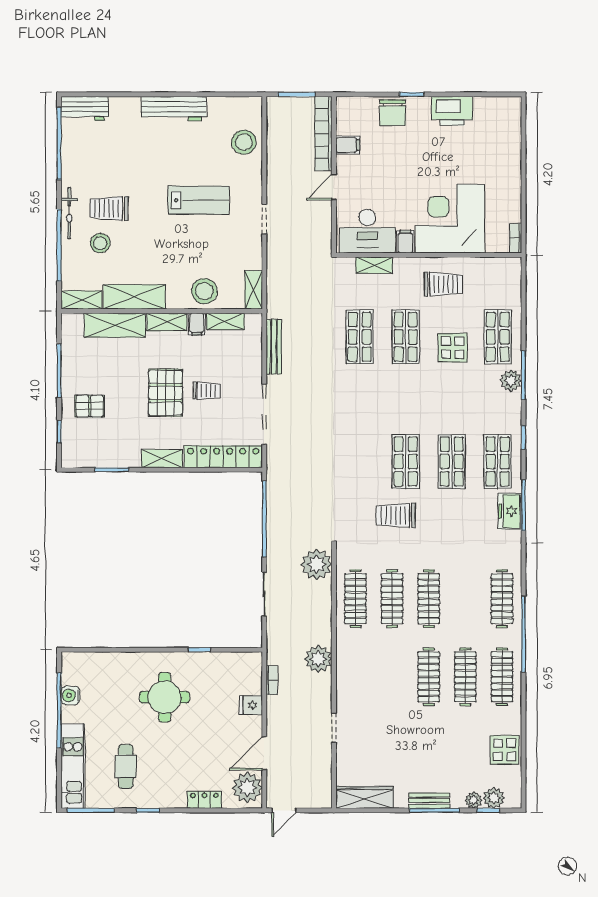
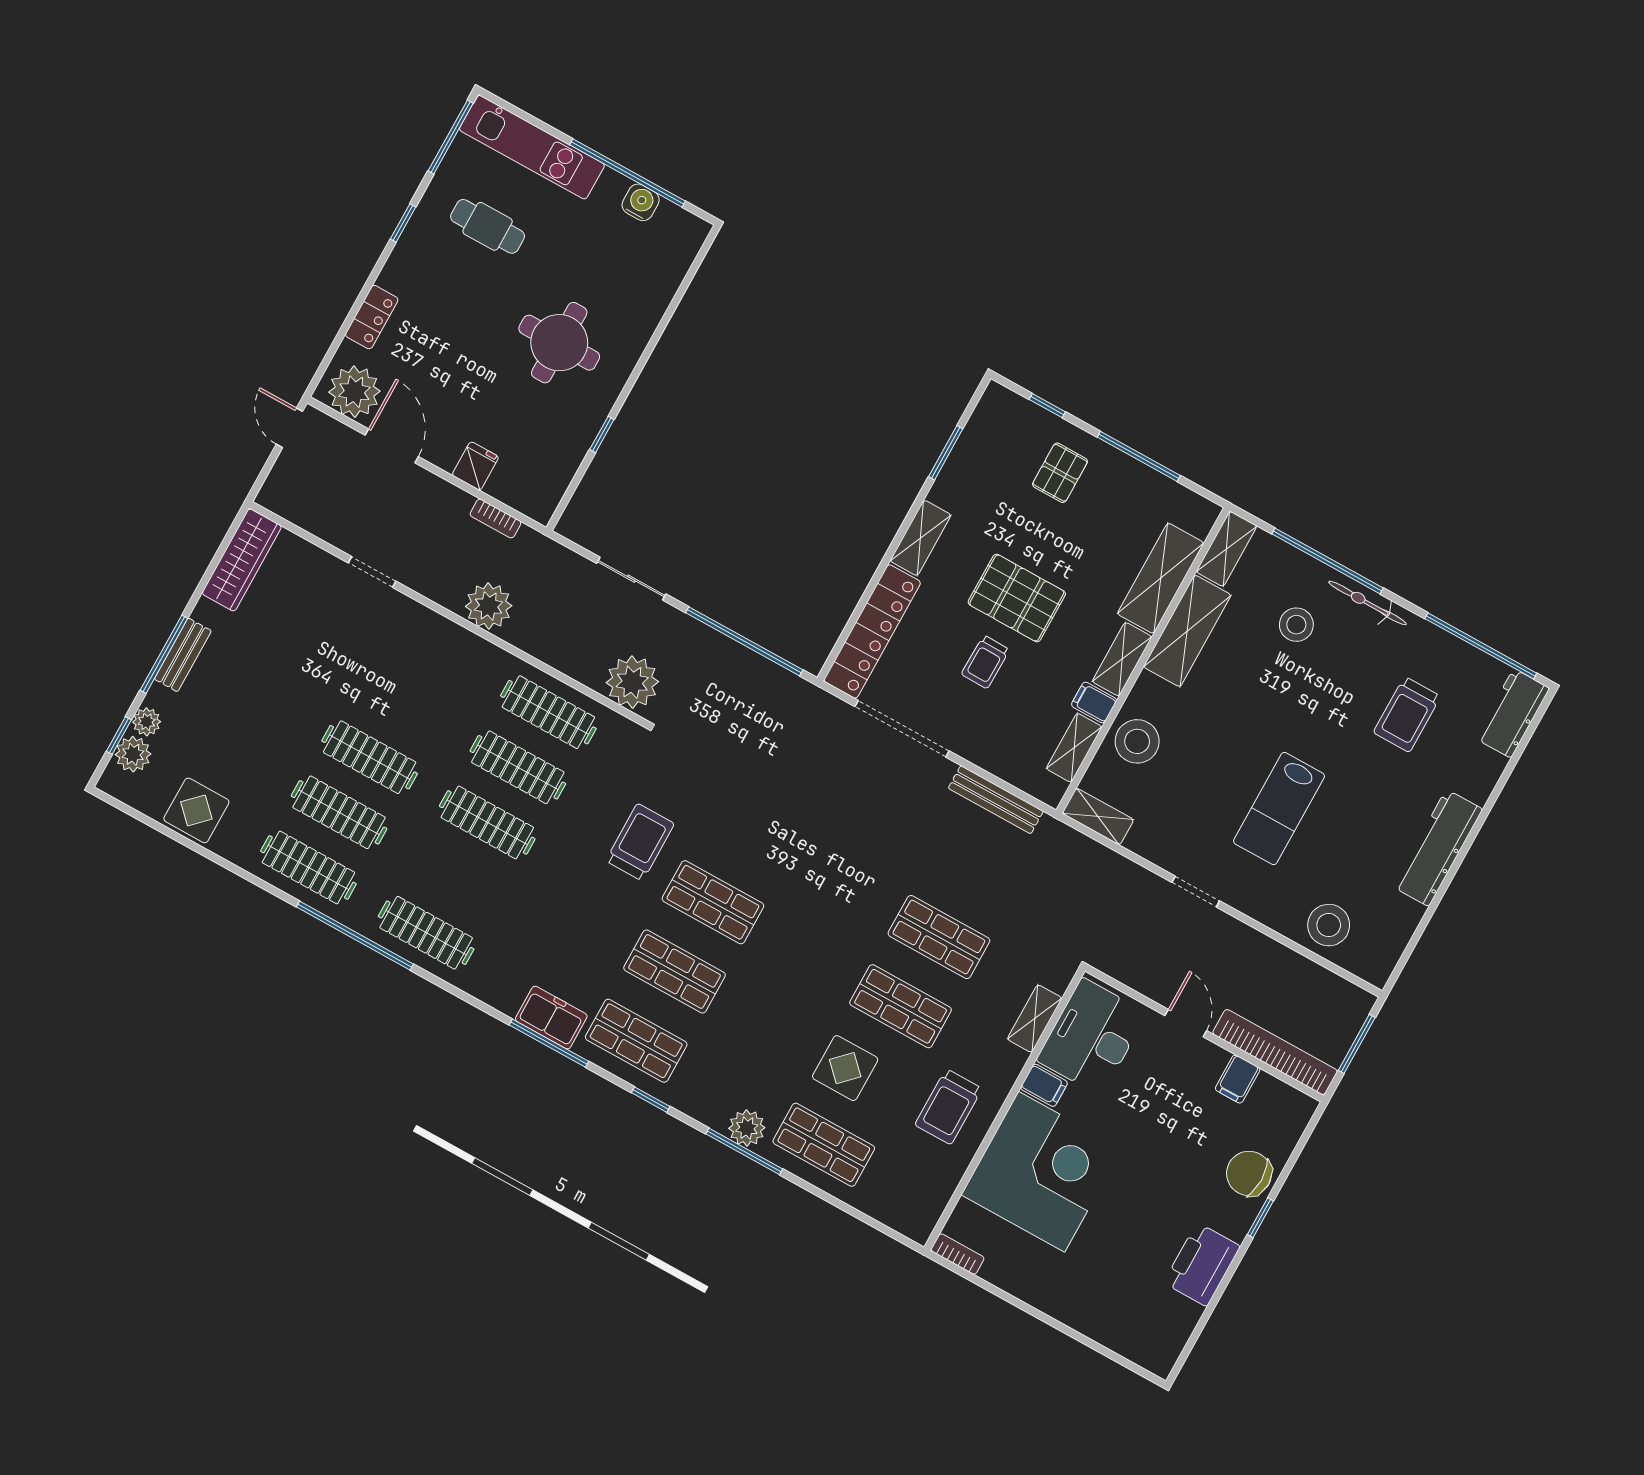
trolley: (109, 208) -> (1407, 714), moved, turned 180

